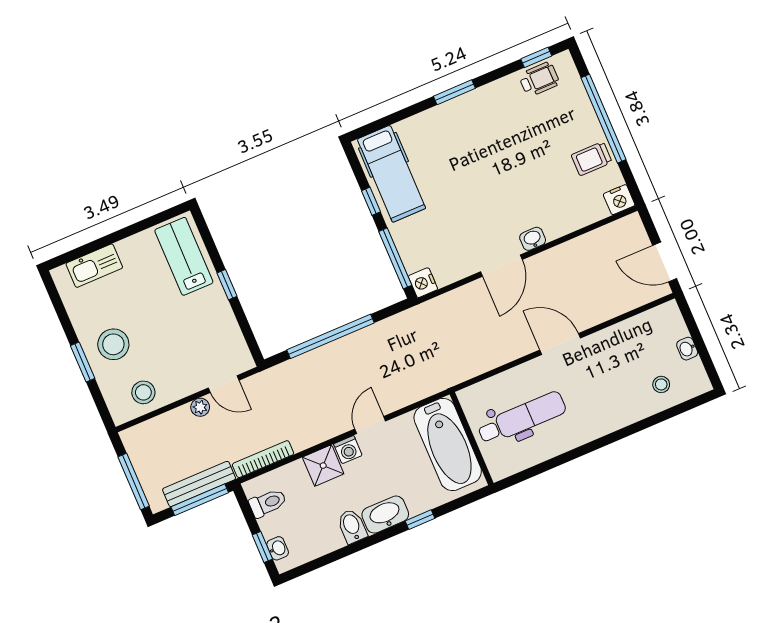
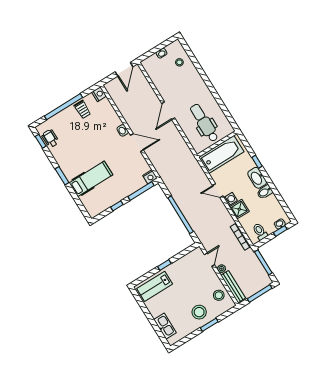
hospital bed: (391, 174) -> (91, 179), moved
bench: (199, 484) -> (233, 287), moved

